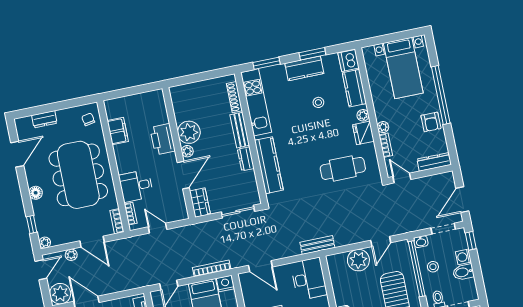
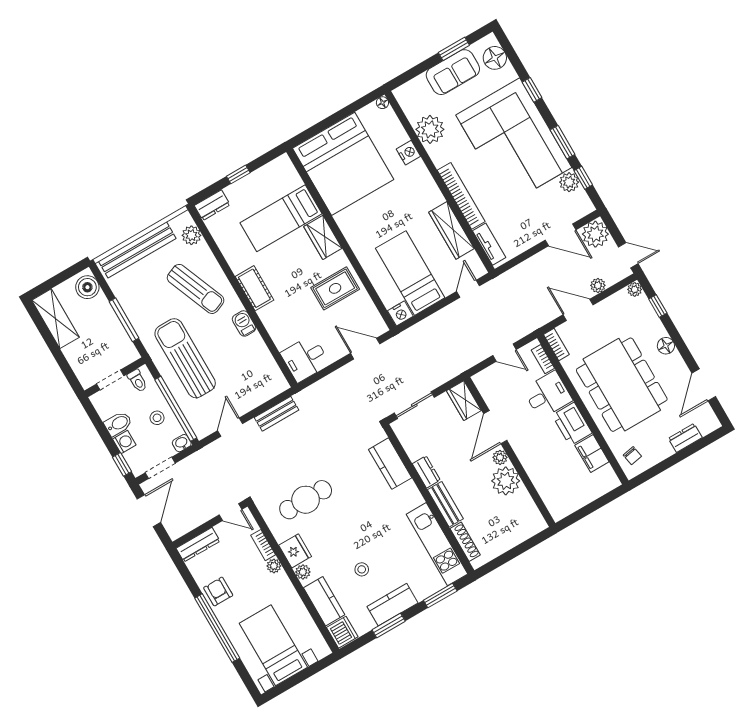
printer: (163, 139) -> (572, 424), moved, turned 180
kitchen counter: (269, 165) -> (390, 464), width x0.67
bench: (317, 245) -> (277, 414), moved
plant: (358, 260) -> (250, 396), removed
bookcase: (212, 268) -> (423, 326), removed
door: (41, 270) -> (628, 255), swing flipped
desk: (309, 279) -> (305, 359), width x0.73

